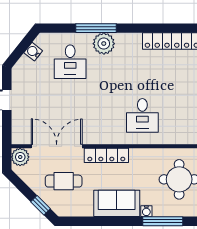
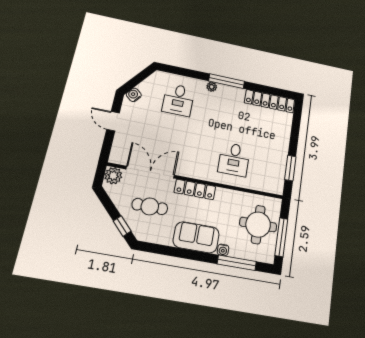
window: (96, 28) -> (227, 81), moved
plant: (104, 44) -> (212, 87), width x0.53, depth x0.53
water cooler: (33, 52) -> (134, 95), moved

